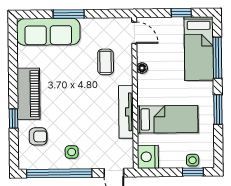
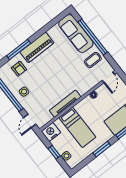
window: (69, 14) -> (93, 37), width x2.11
coffee table: (106, 62) -> (93, 60), moved
window: (14, 119) -> (19, 49), width x2.17
window: (193, 172) -> (54, 152), moved

